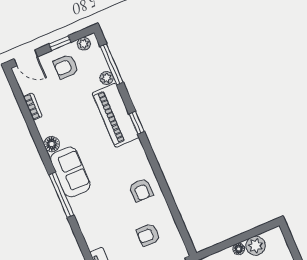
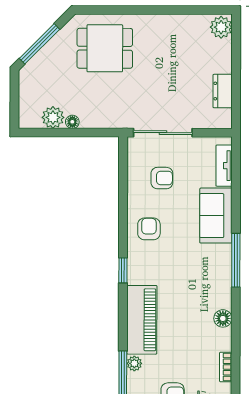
window: (137, 123) -> (123, 270), moved
sofa: (70, 172) -> (216, 216), moved

